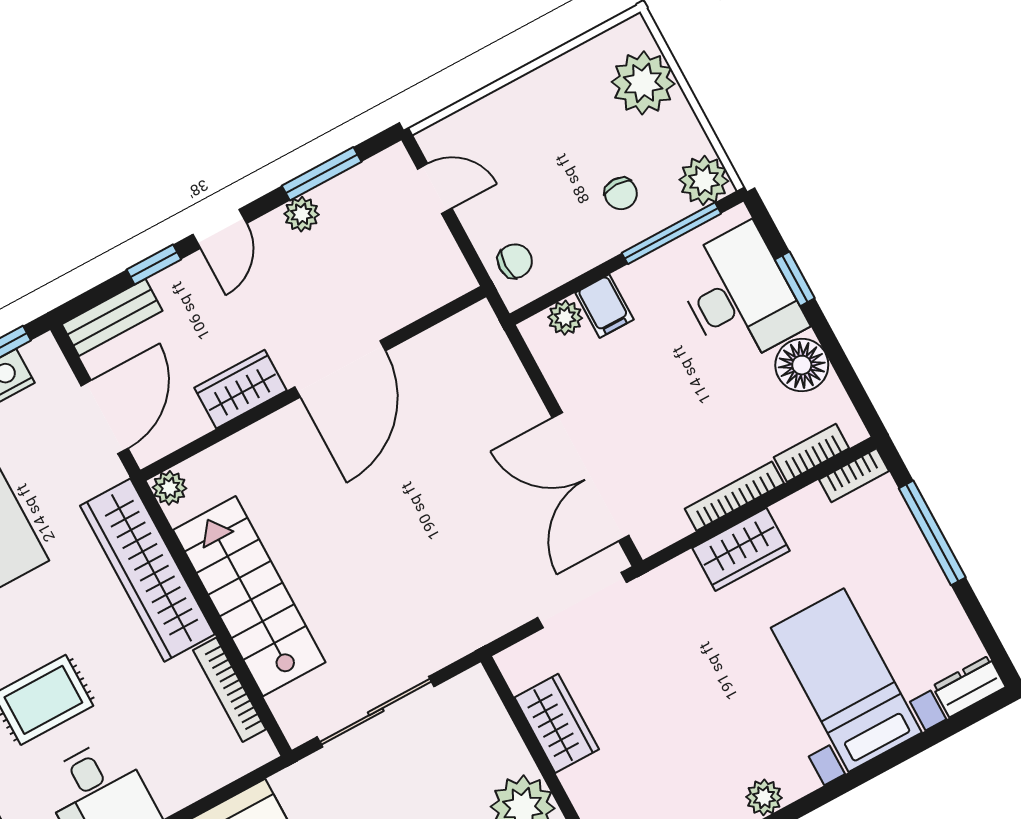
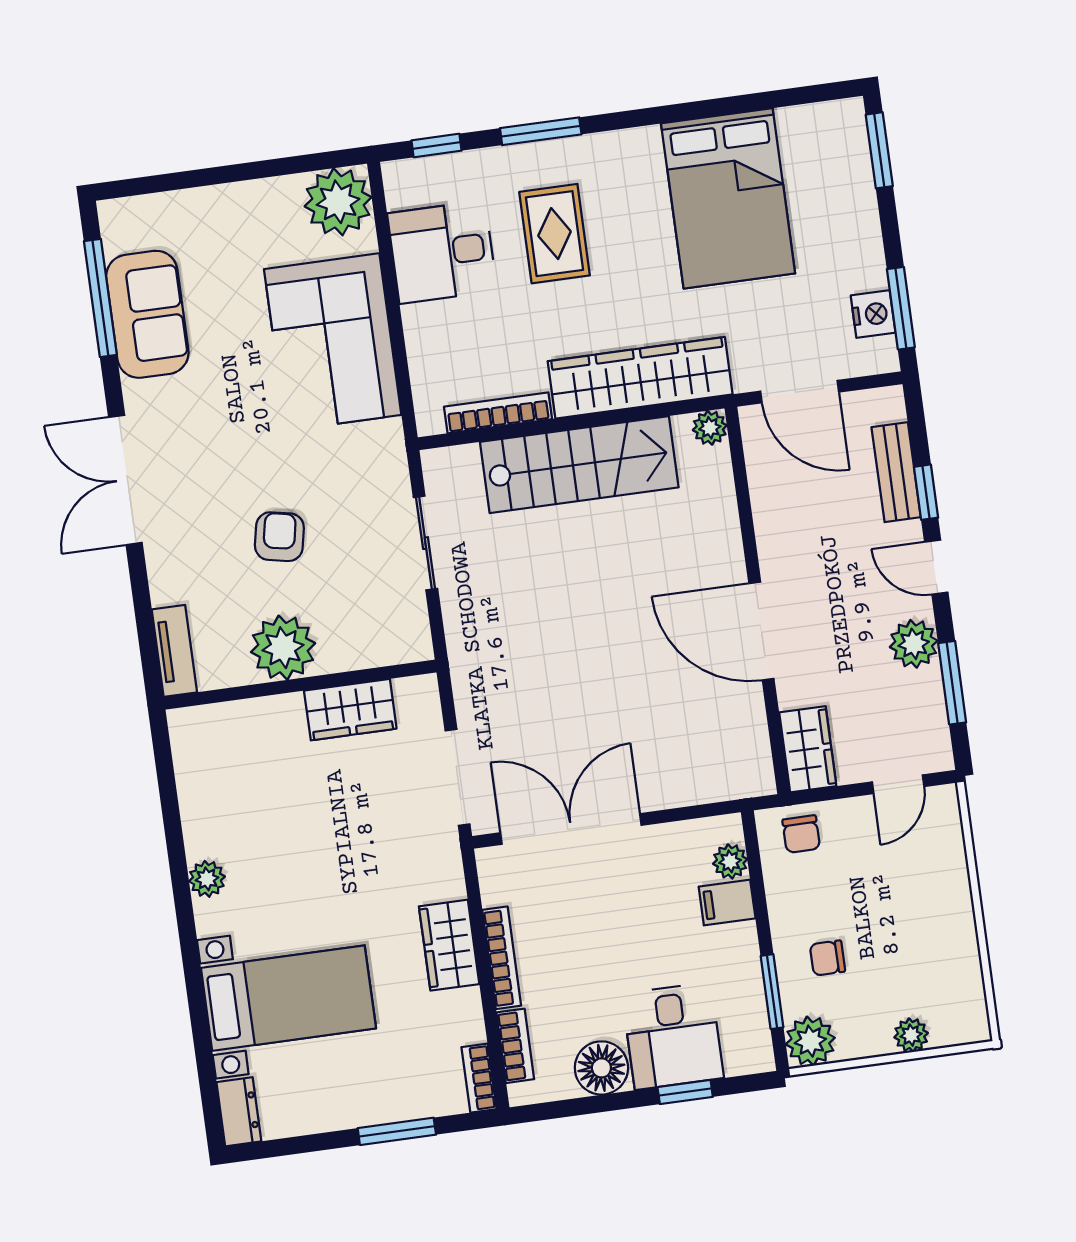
plant: (643, 83) -> (911, 1035), width x0.53, depth x0.53
plant: (302, 214) -> (914, 644), width x1.38, depth x1.38
window: (671, 233) -> (772, 992), width x0.69
desk: (739, 295) -> (673, 1036), width x0.73
bench: (112, 317) -> (896, 472), moved
wardrobe: (240, 389) -> (808, 749), moved
window: (932, 533) -> (397, 1131), width x0.69
sliding door: (376, 712) -> (425, 543), width x0.73

